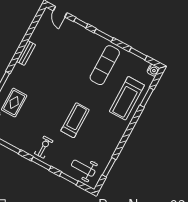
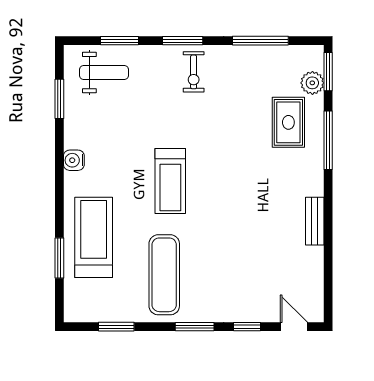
water cooler: (153, 70) -> (74, 160), moved
treadmill: (75, 120) -> (170, 181), moved

